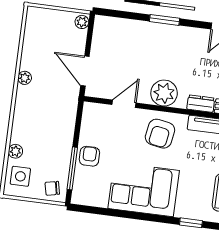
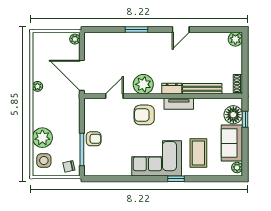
door: (85, 71) -> (82, 75), width x1.36
armchair: (160, 134) -> (144, 115), turned 80
plant: (15, 151) -> (42, 138), width x1.88, depth x1.88
armchair: (89, 156) -> (94, 139), turned 90
corner sofa: (144, 189) -> (157, 158), moved

